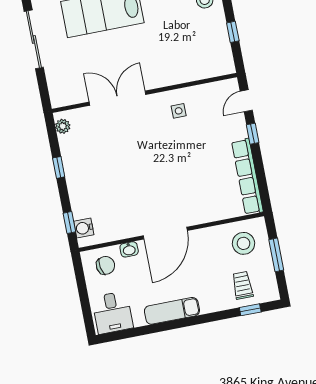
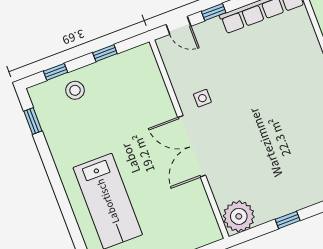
double door: (117, 98) -> (192, 146), moved
plant: (63, 126) -> (239, 216), width x1.88, depth x1.88

